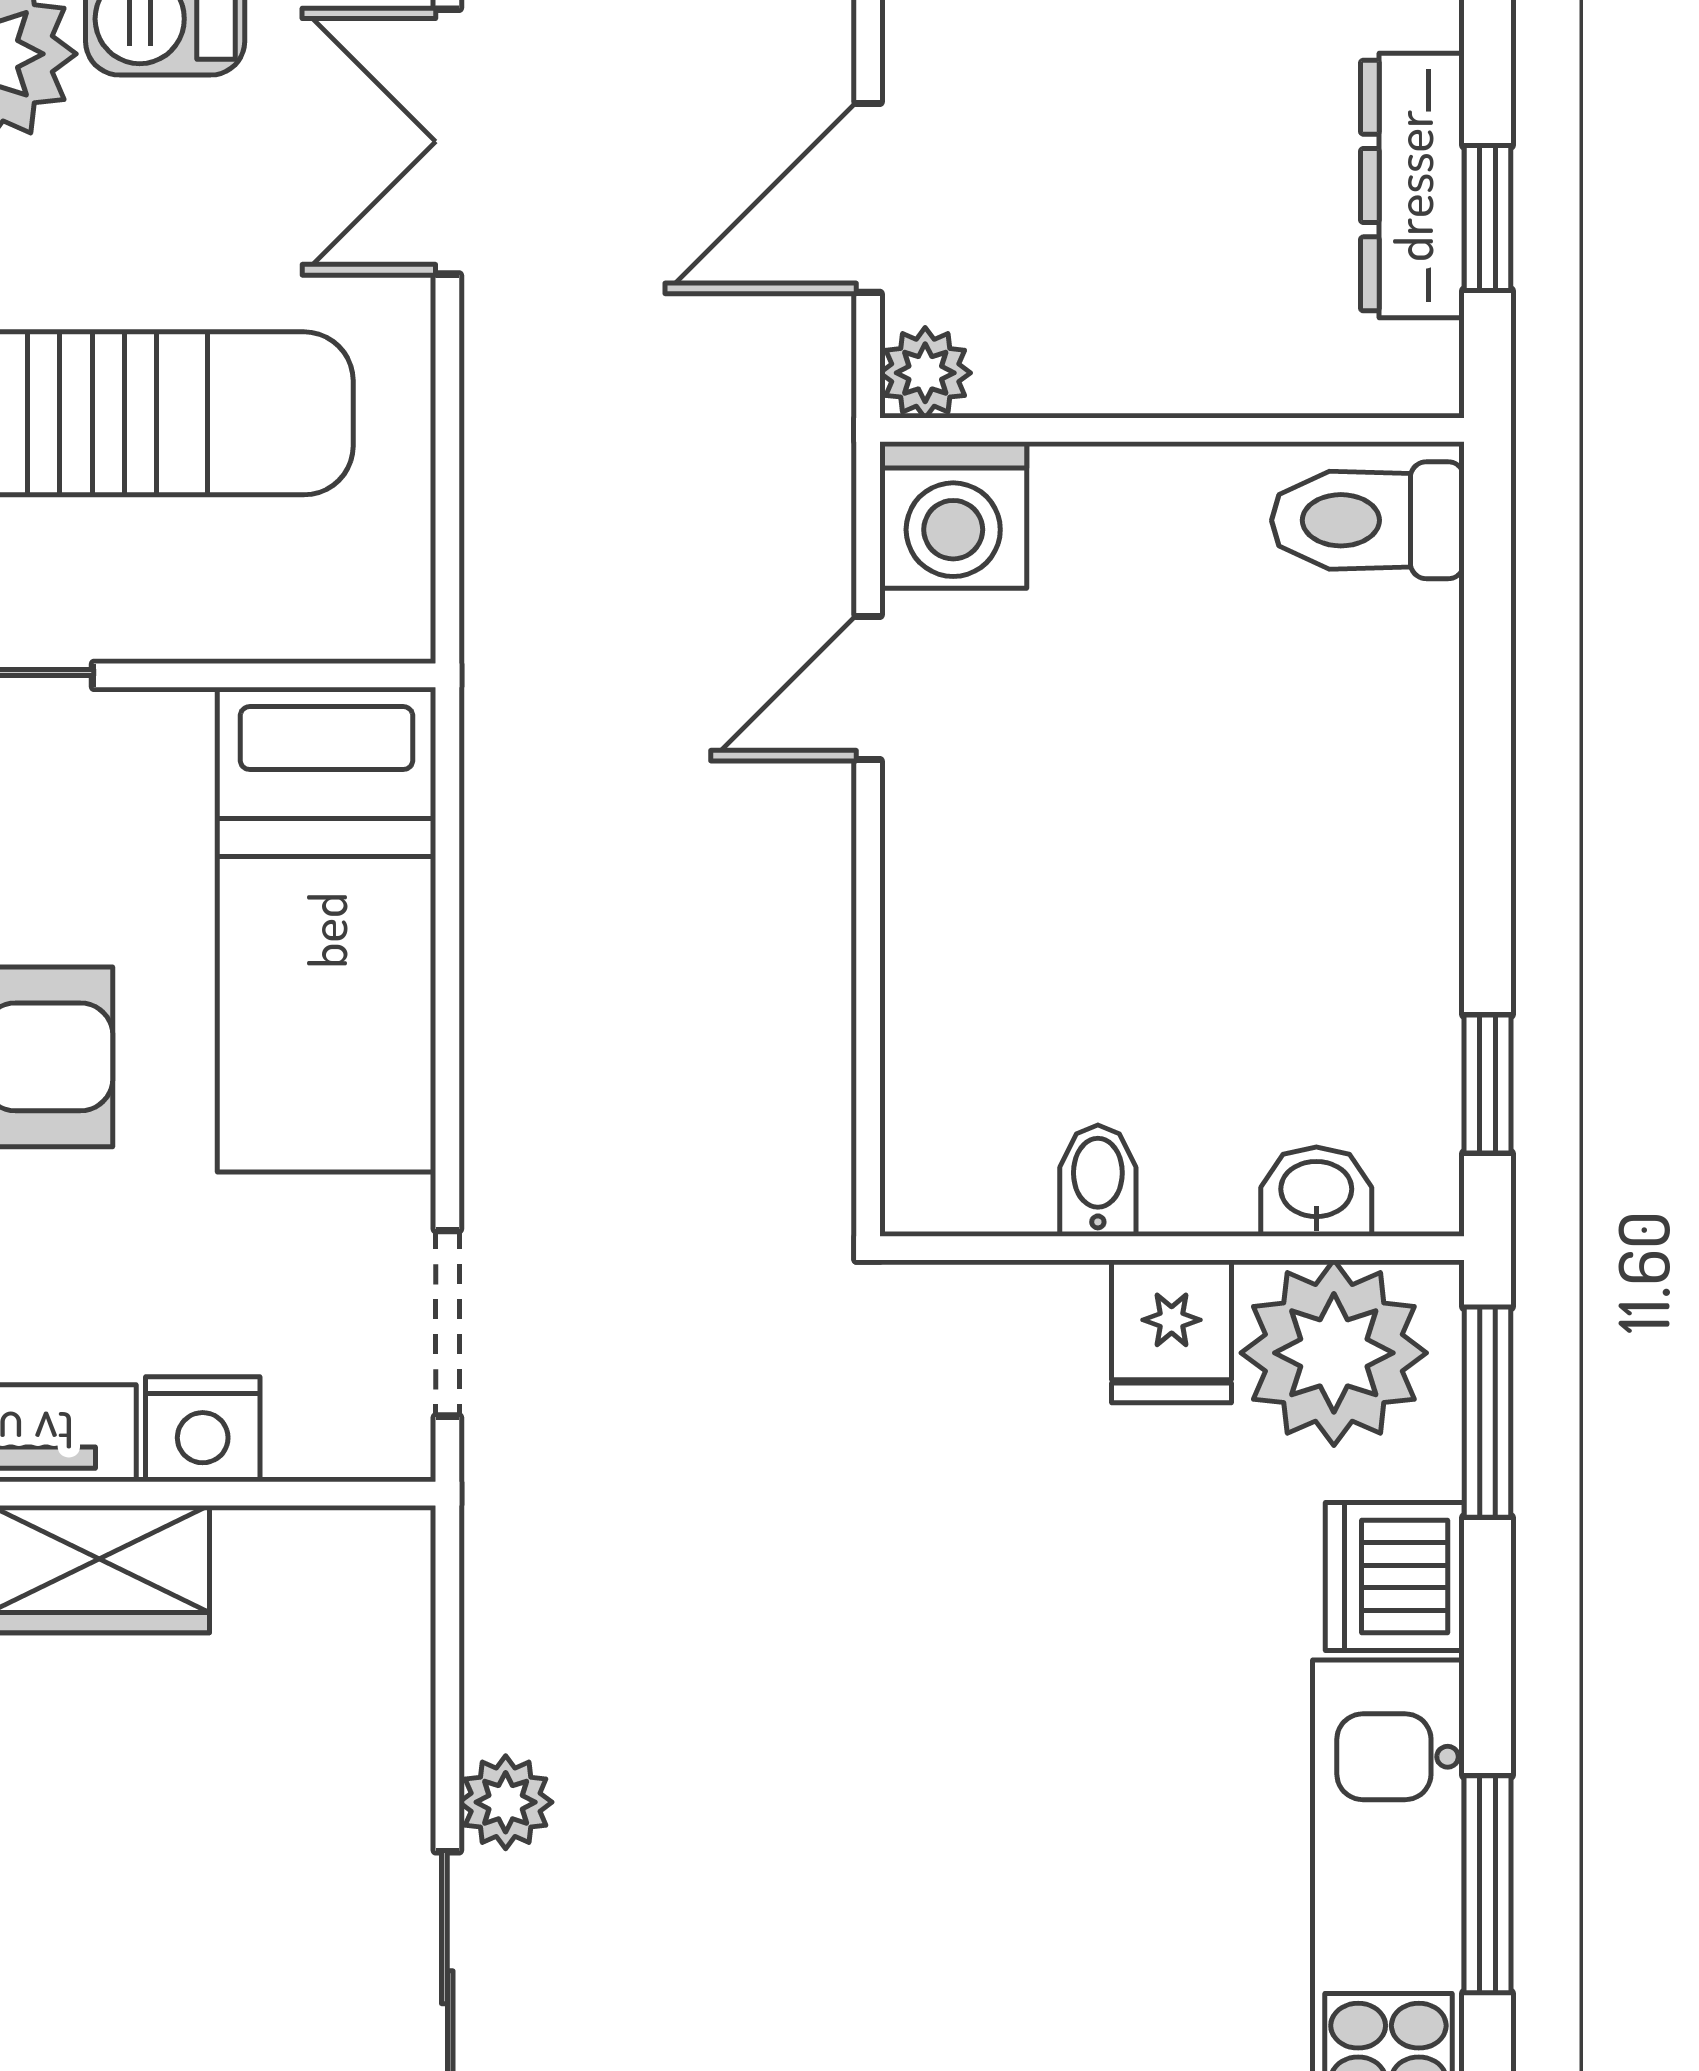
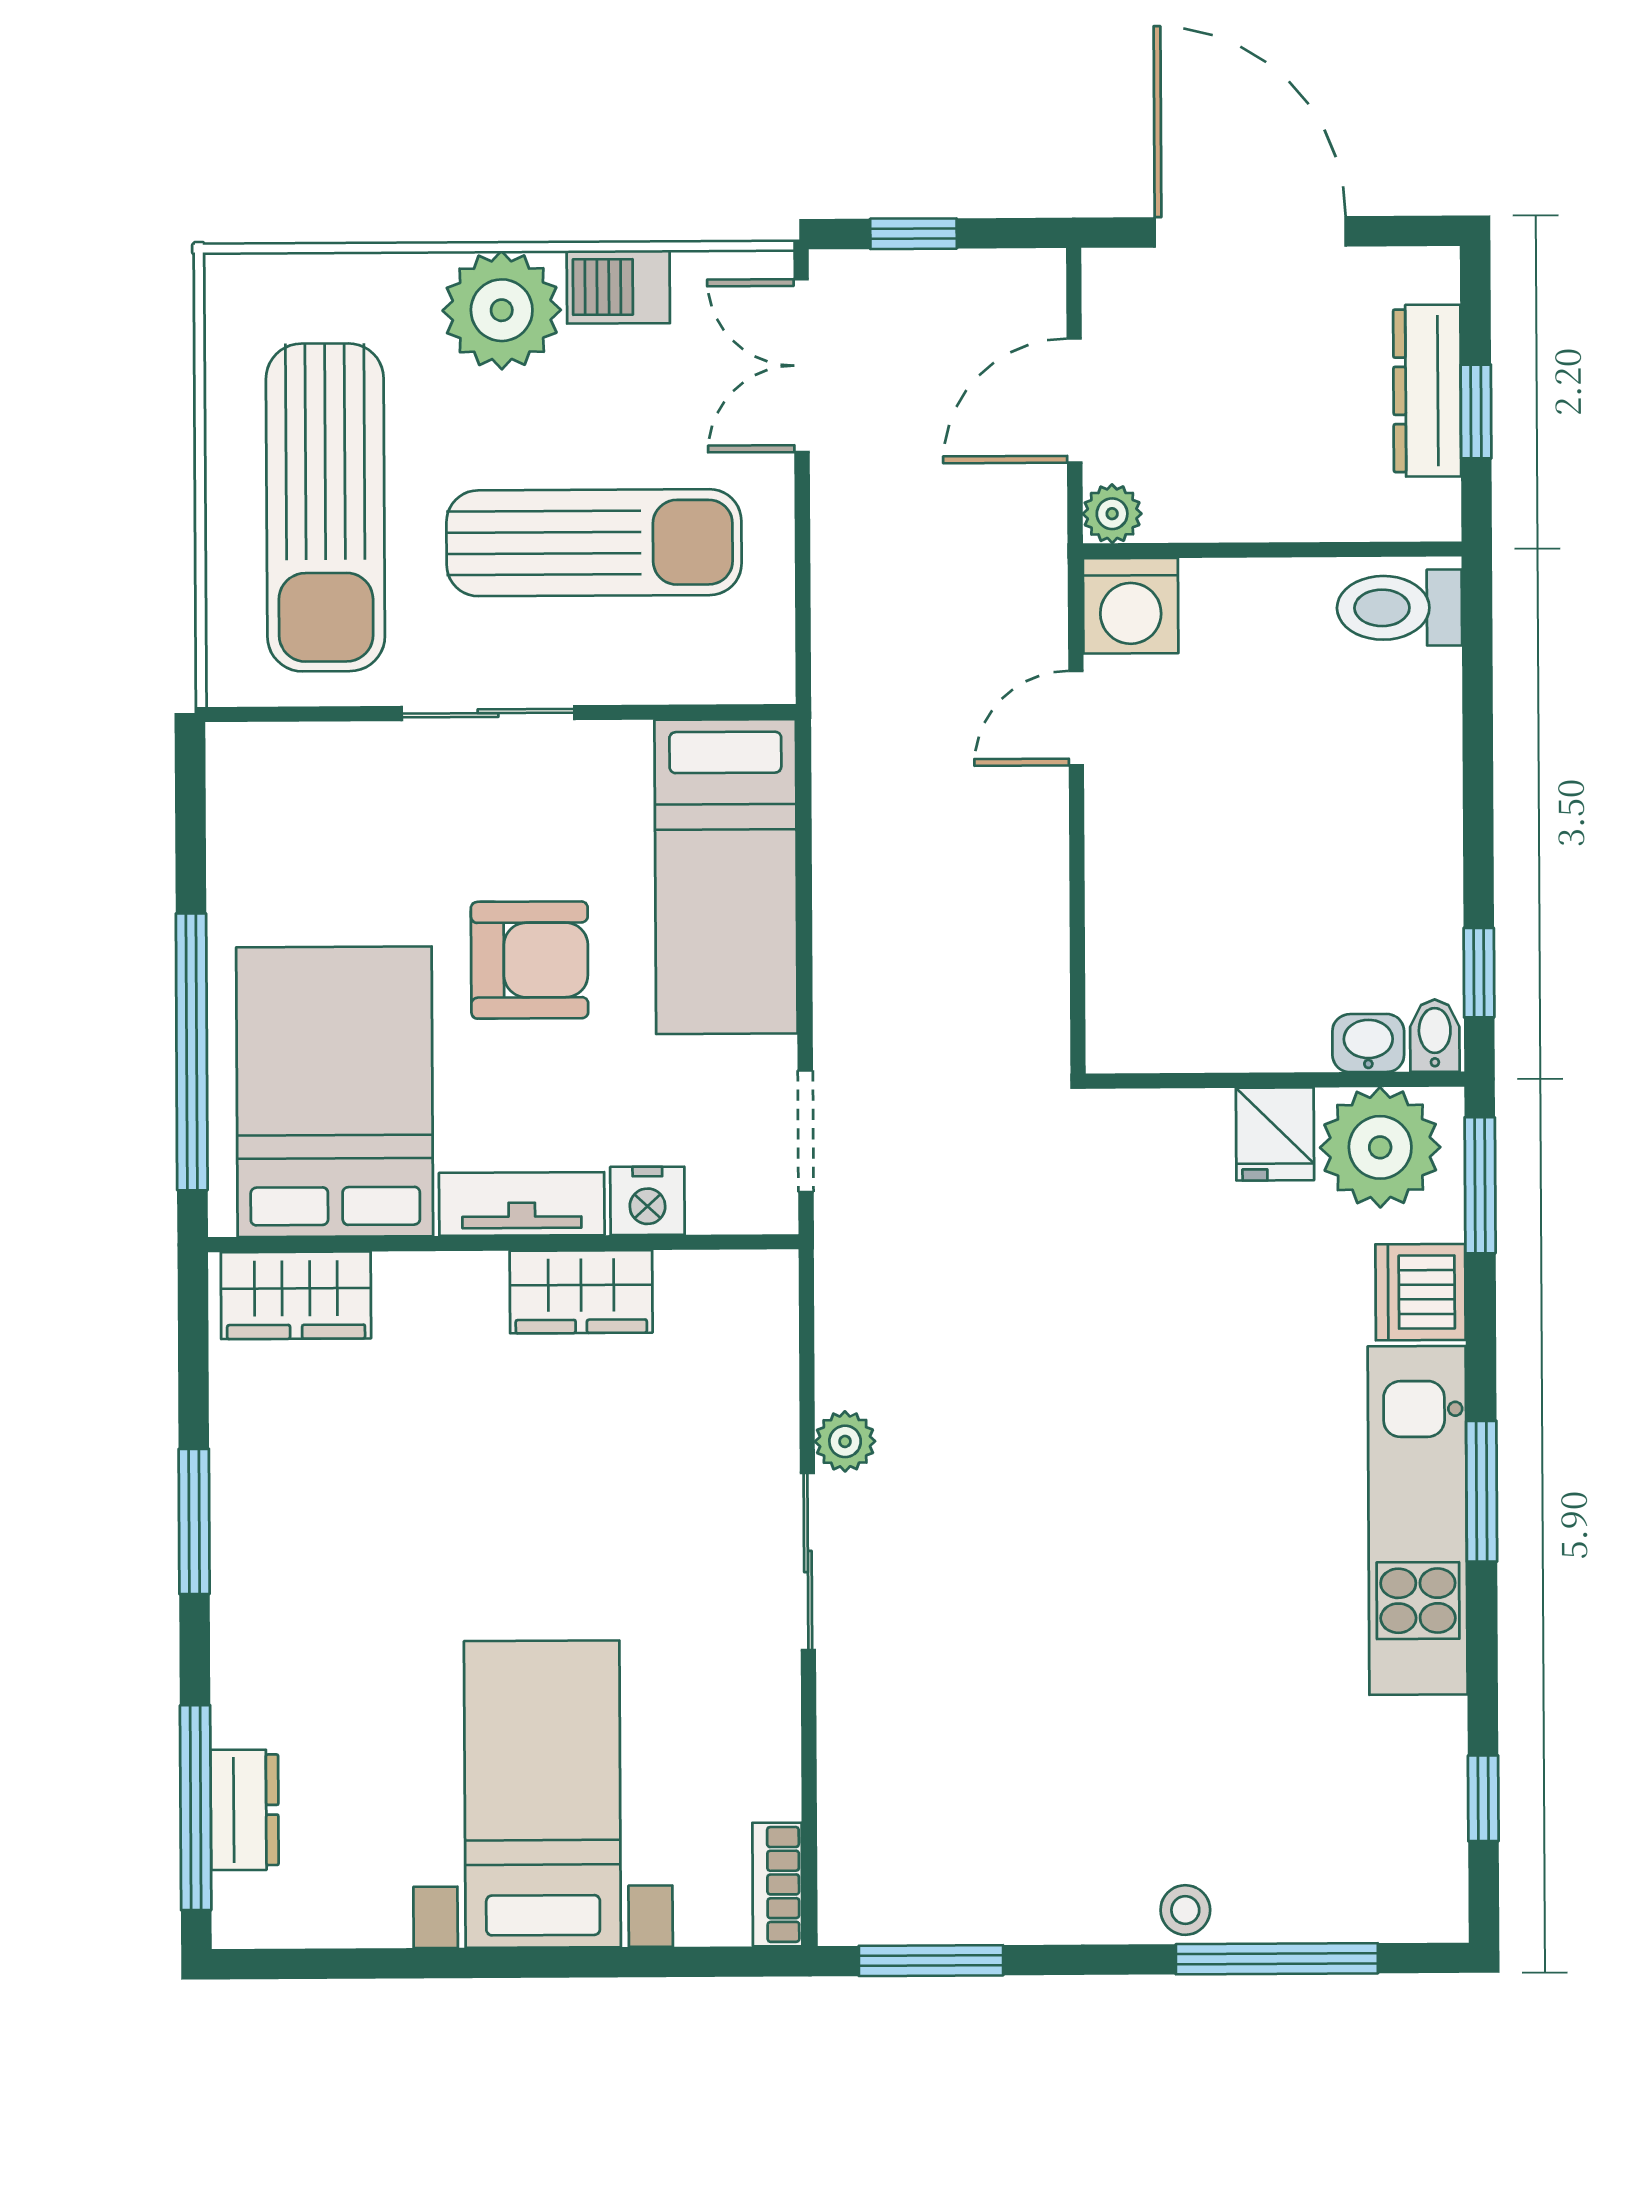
bidet: (1098, 1181) -> (1435, 1036), moved

